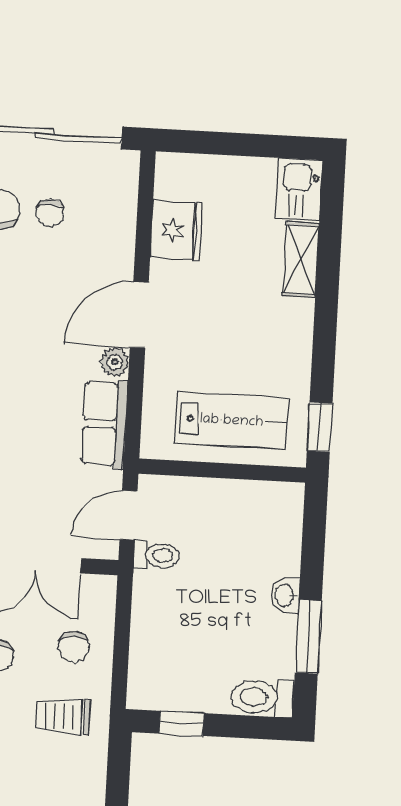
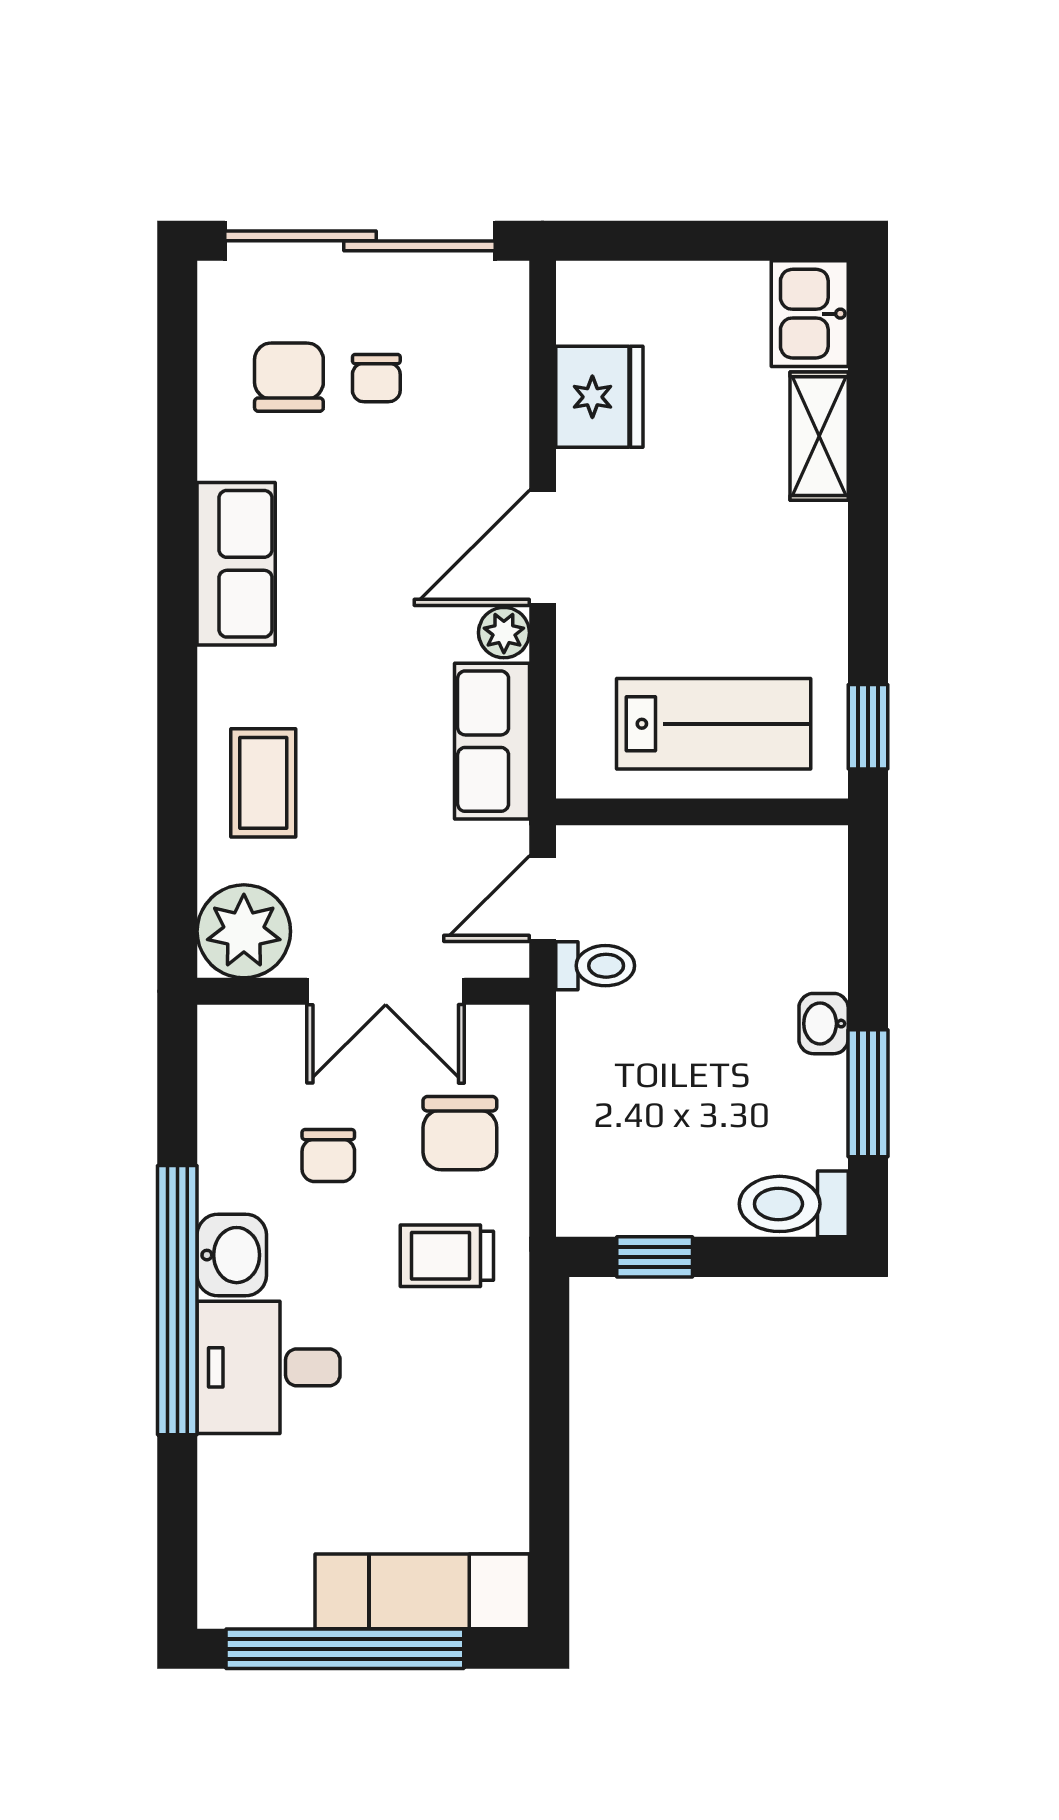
chair: (74, 647) -> (460, 1133), width x1.37, depth x1.37

